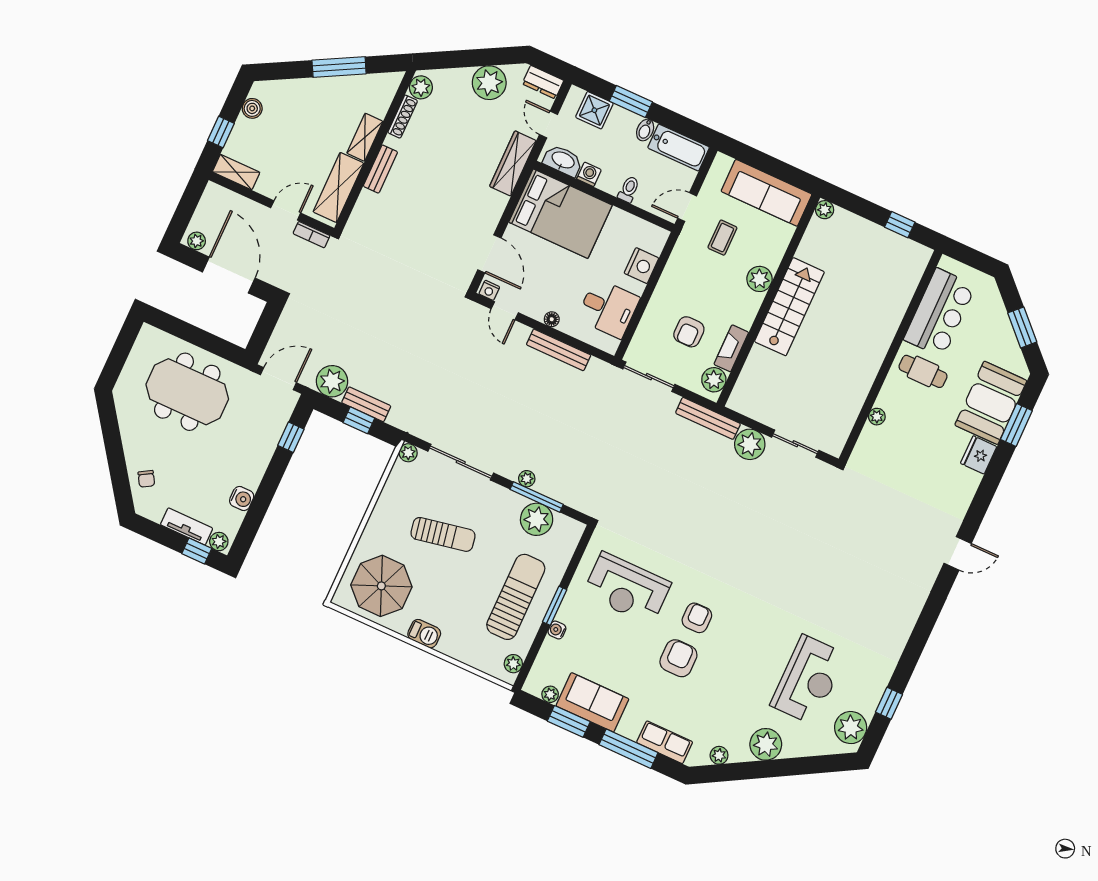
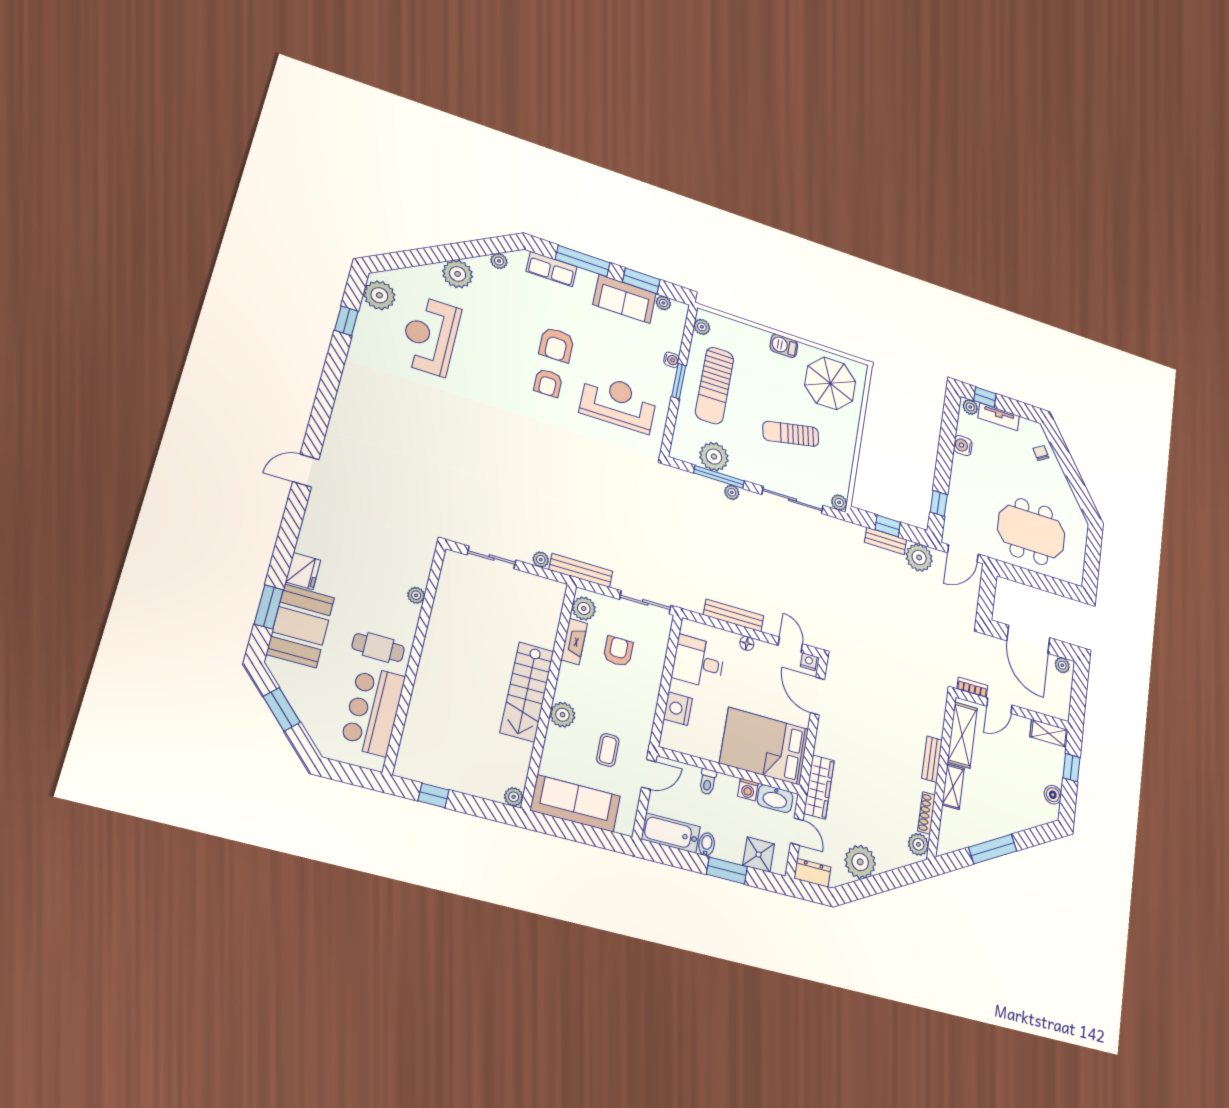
plant: (750, 444) -> (541, 560), width x0.53, depth x0.53

